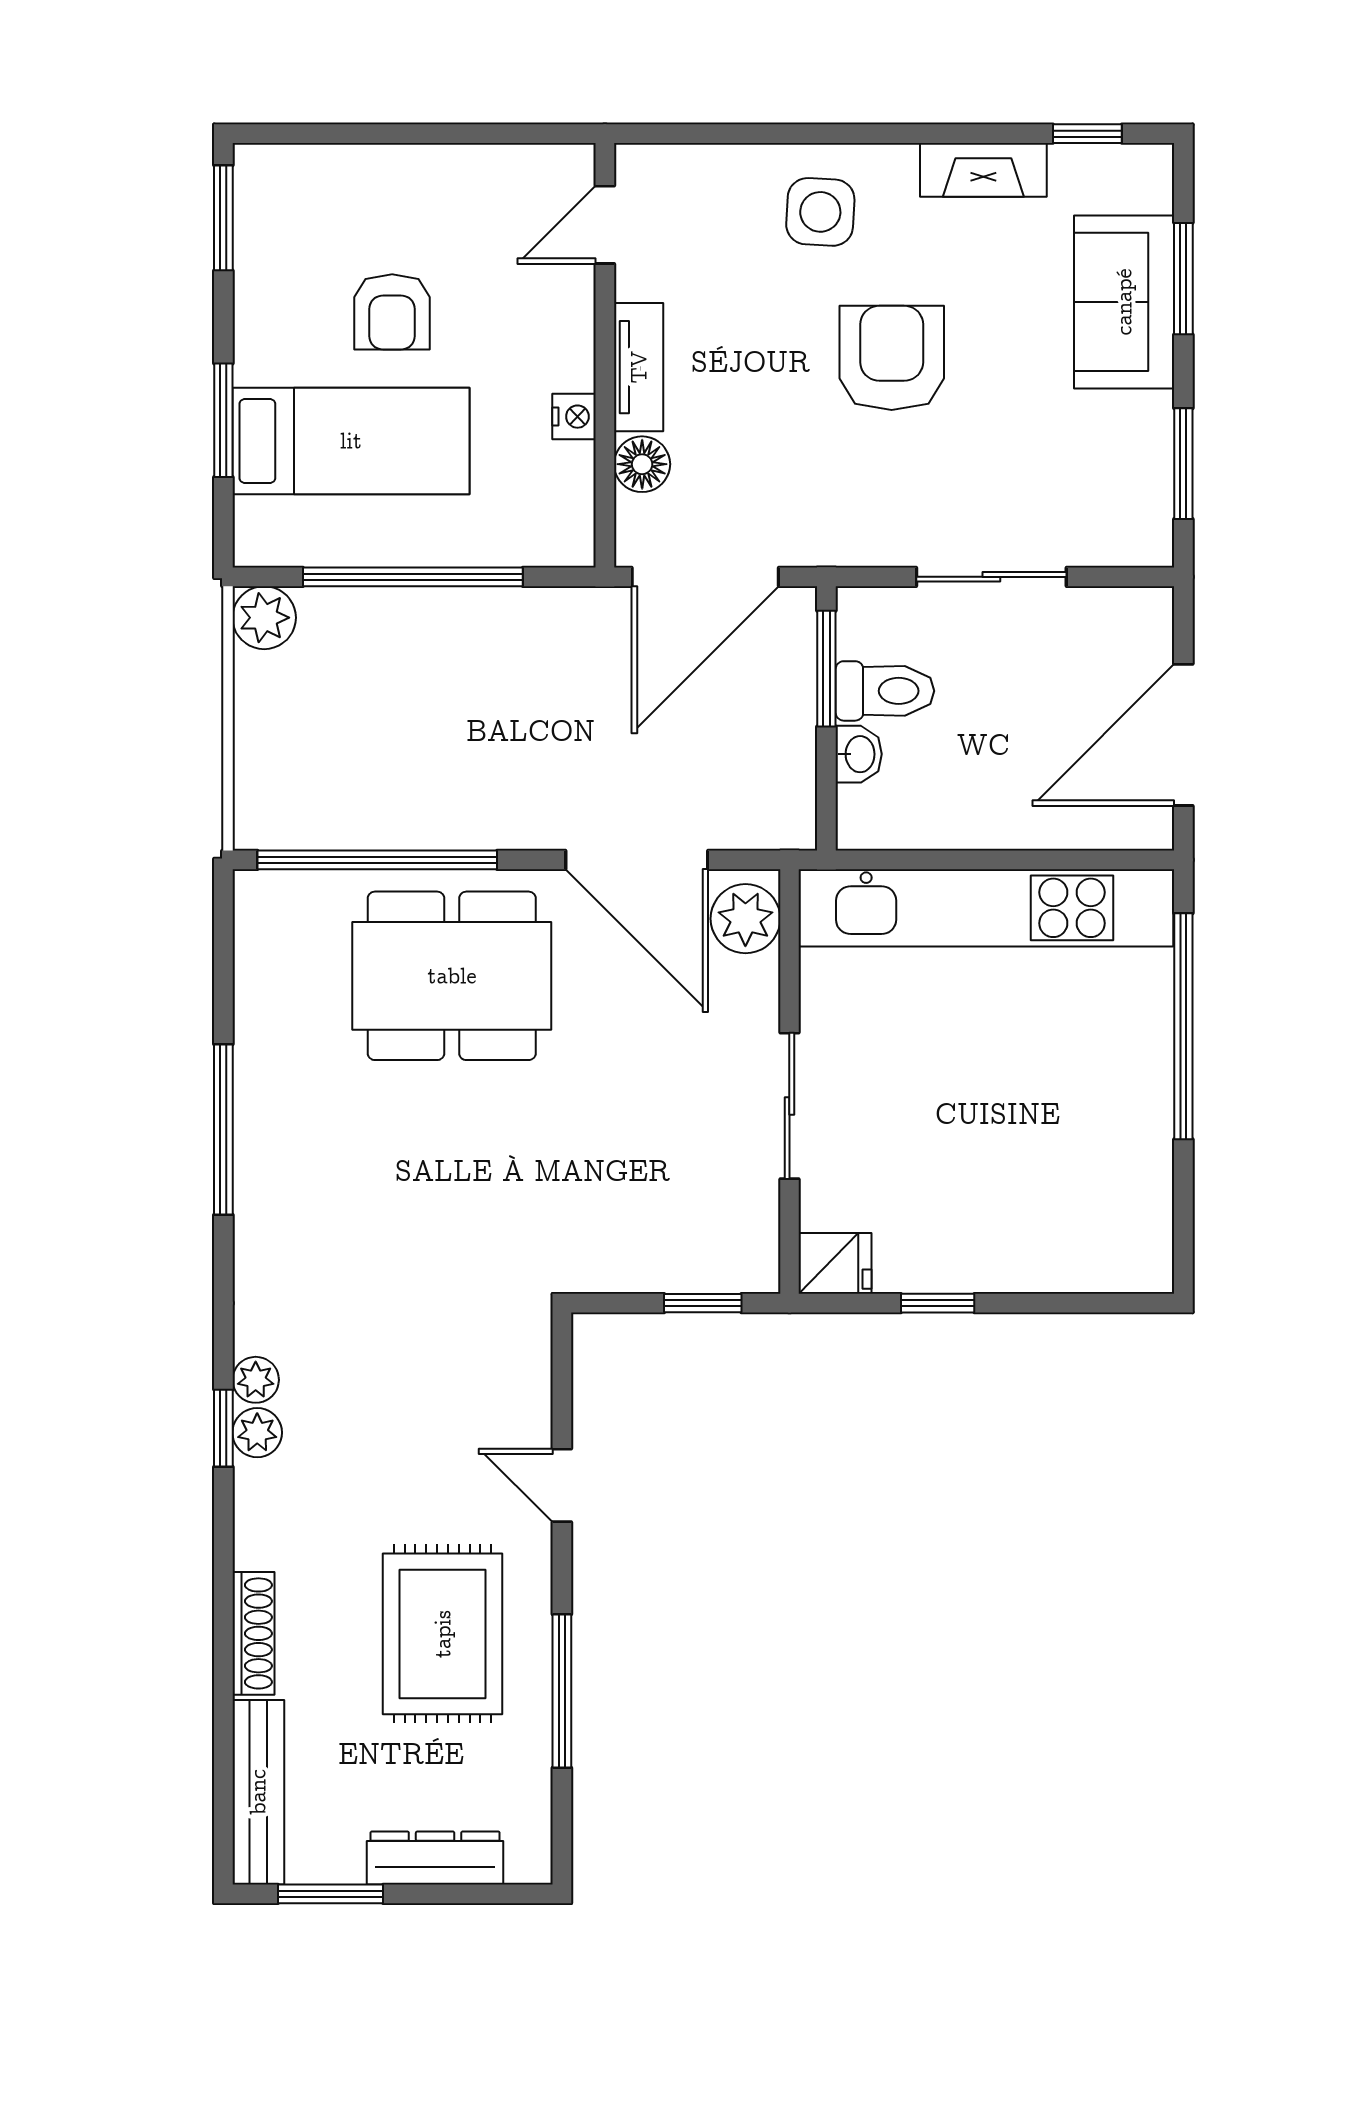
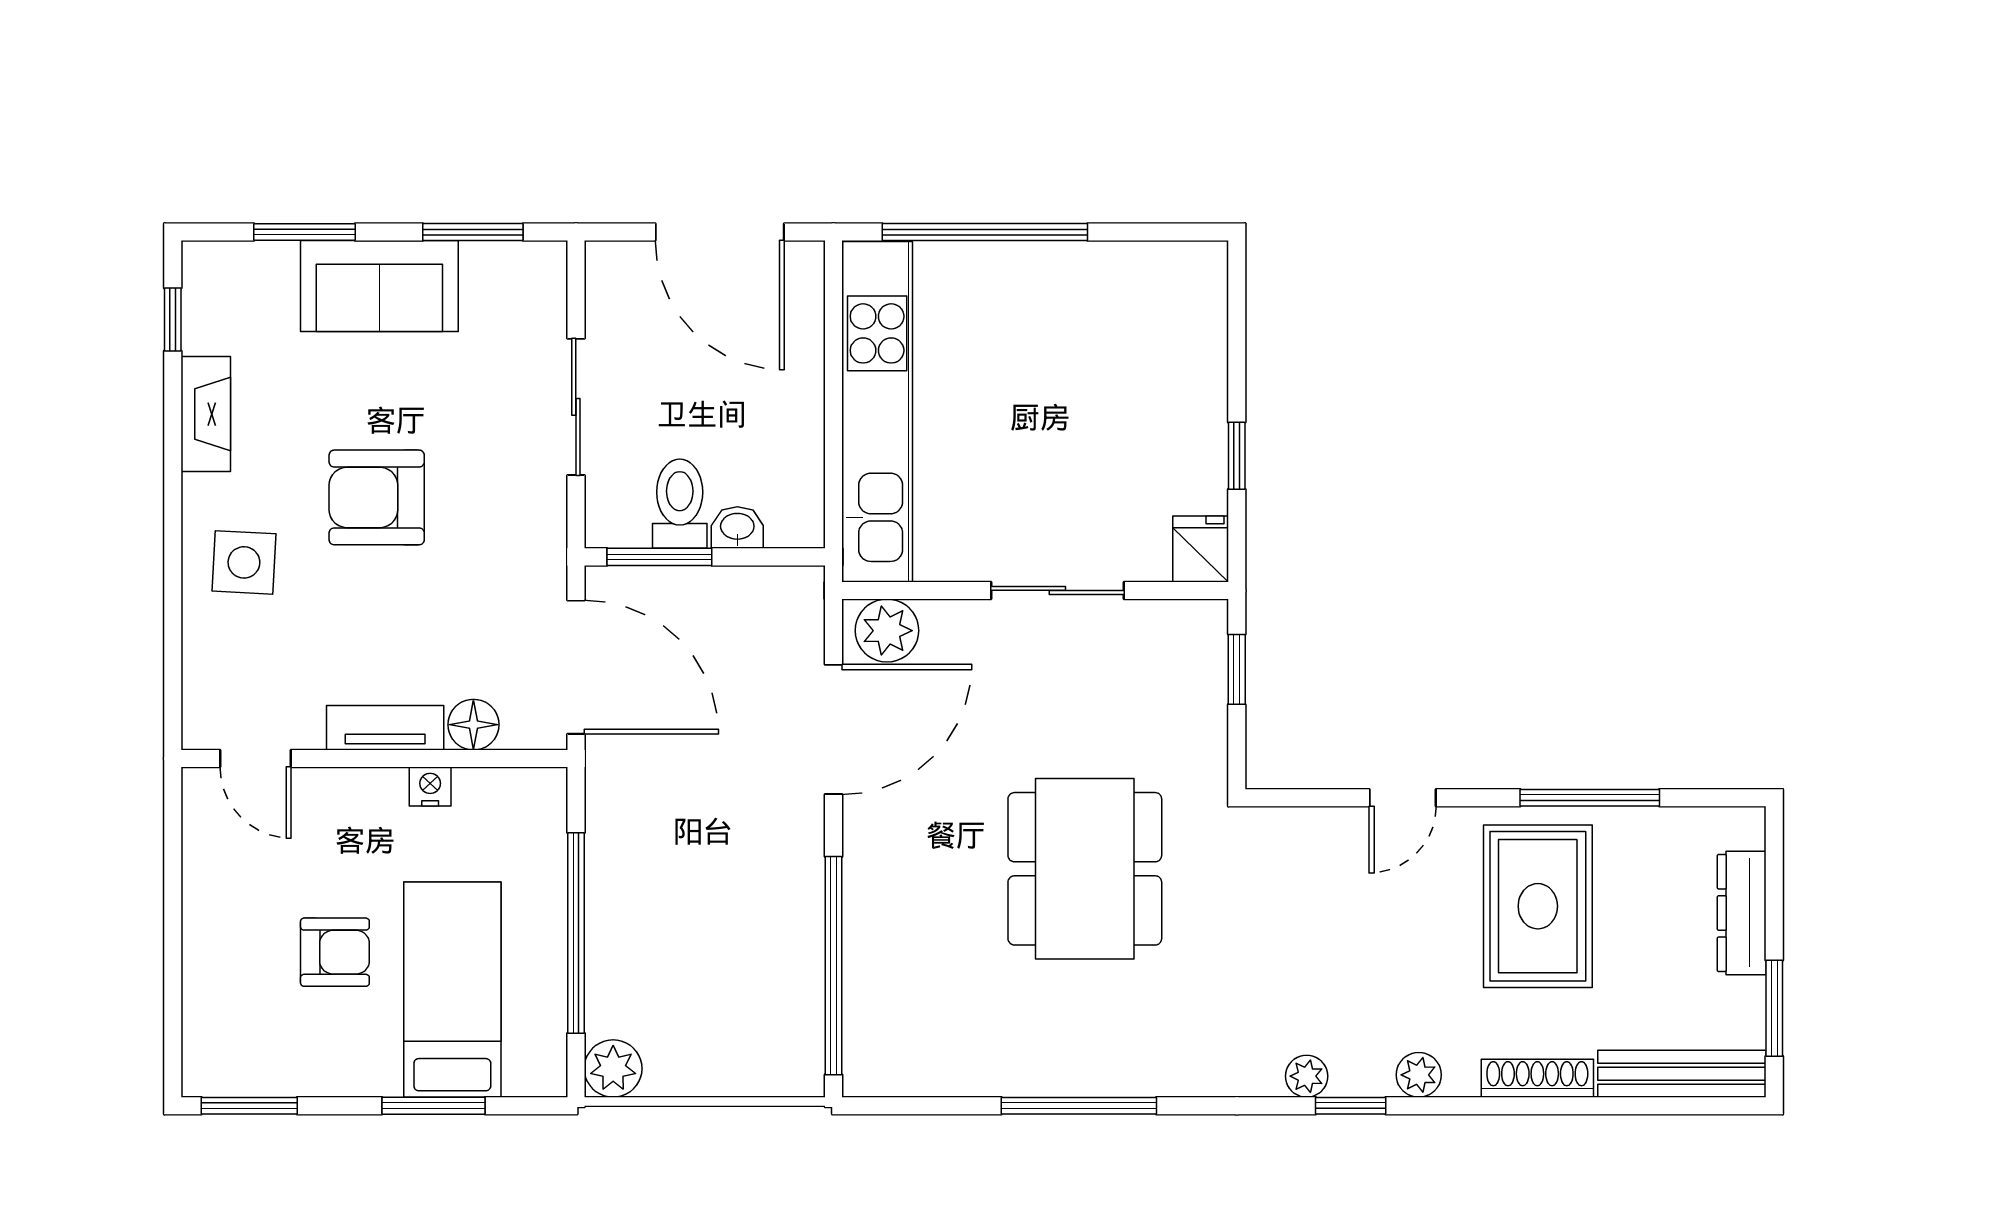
sofa: (1124, 302) -> (379, 286), moved
dining table: (452, 976) -> (1085, 869), moved
plant: (257, 1433) -> (1419, 1075), moved
rug: (443, 1634) -> (1538, 906), turned 90

